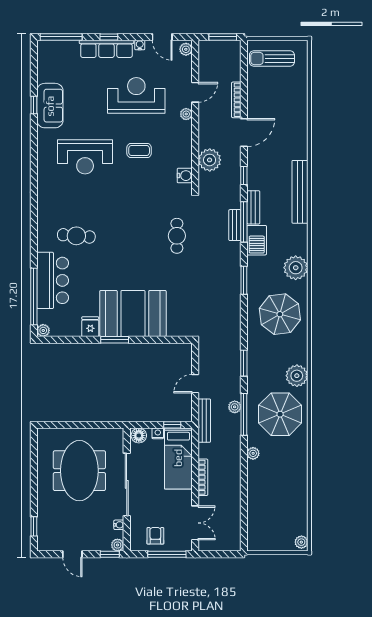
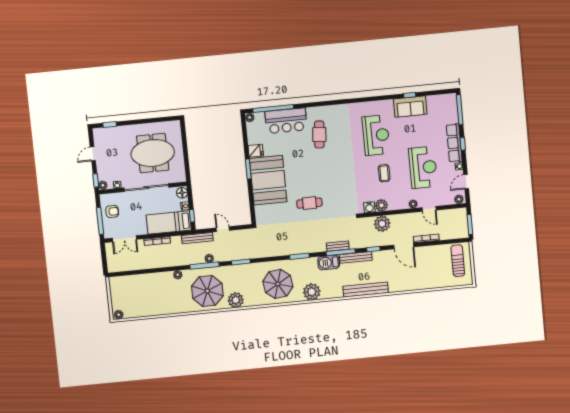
reception desk: (85, 157) -> (376, 135), turned 180
plant: (184, 158) -> (381, 205), added
bench: (253, 207) -> (356, 257), width x1.36
cafe table: (177, 236) -> (309, 203), moved

